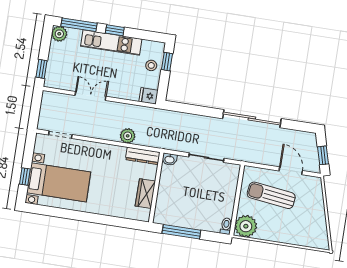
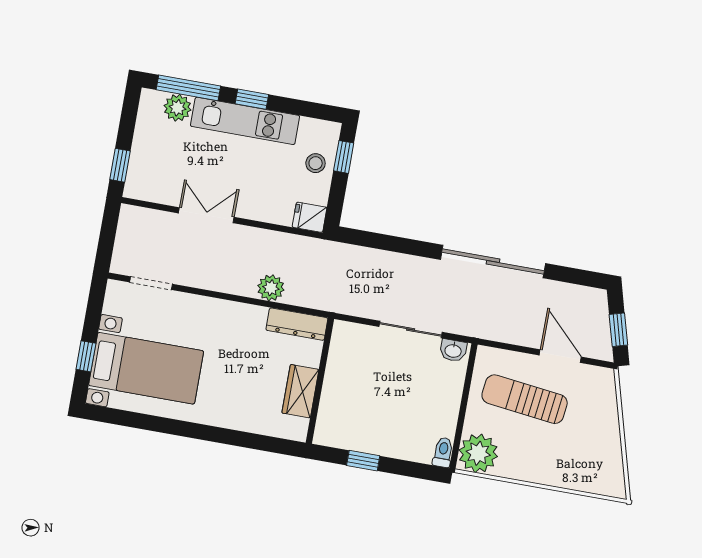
plant: (59, 34) -> (178, 108), moved
washbasin: (170, 159) -> (453, 350), moved
window: (181, 232) -> (363, 461), width x0.46

